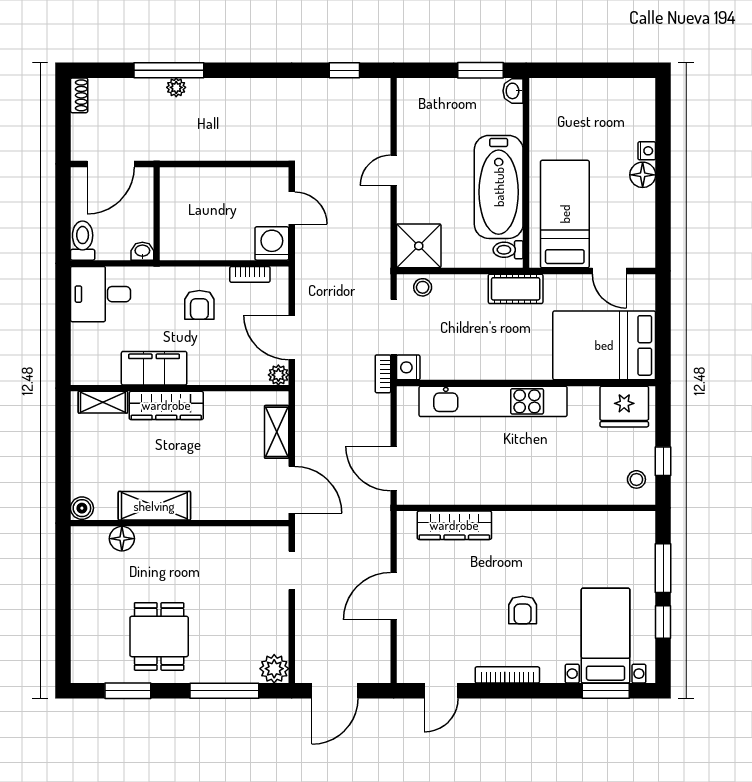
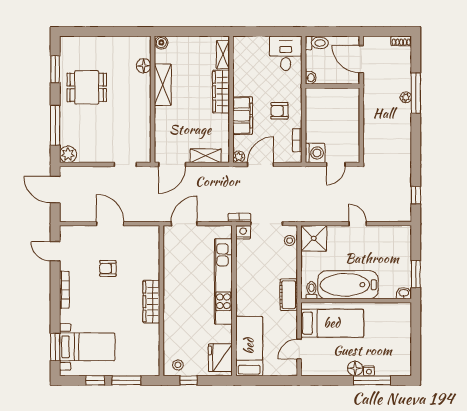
window: (663, 146) -> (372, 380), added
bed: (604, 345) -> (249, 346), width x0.67
filing cabinet: (154, 368) -> (243, 116), moved
wardrobe: (454, 525) -> (151, 302), moved
armchair: (523, 610) -> (108, 268), moved

